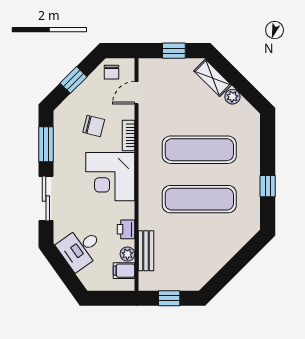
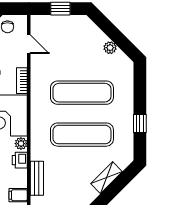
shelving: (213, 78) -> (107, 178), moved, turned 90
door: (136, 93) -> (29, 44), swing flipped
plant: (127, 254) -> (21, 144), moved

